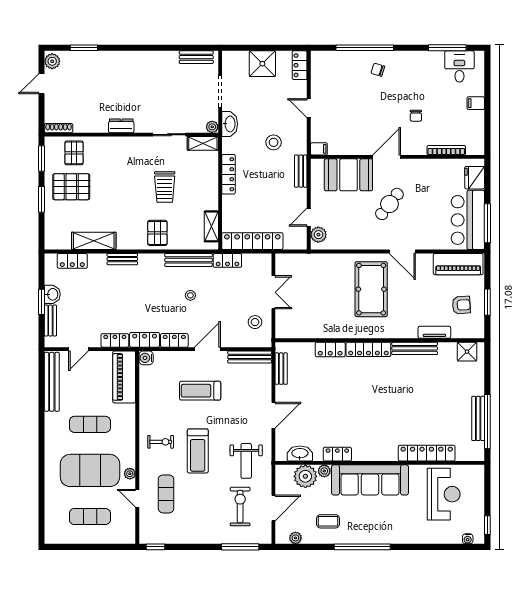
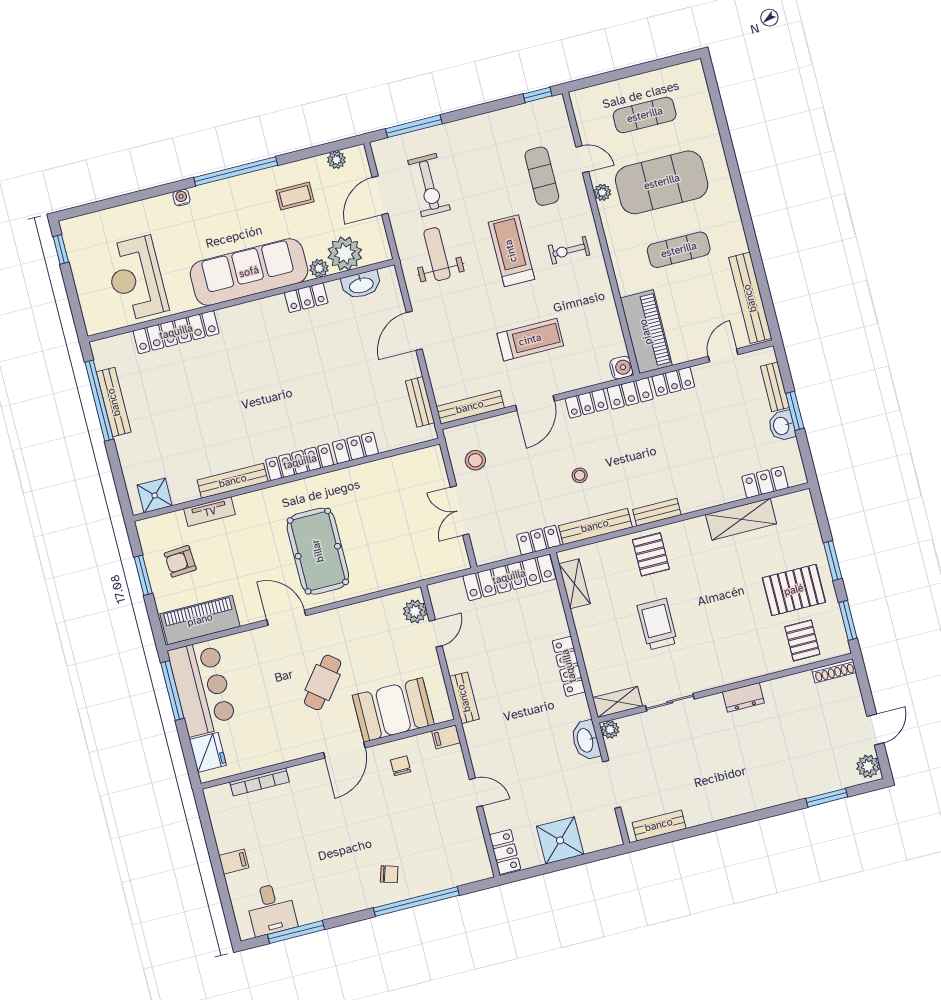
chair: (416, 116) -> (401, 766), moved
stool: (274, 142) -> (515, 730), removed
bench: (122, 259) -> (657, 512), moved
water cooler: (468, 539) -> (181, 198), moved

